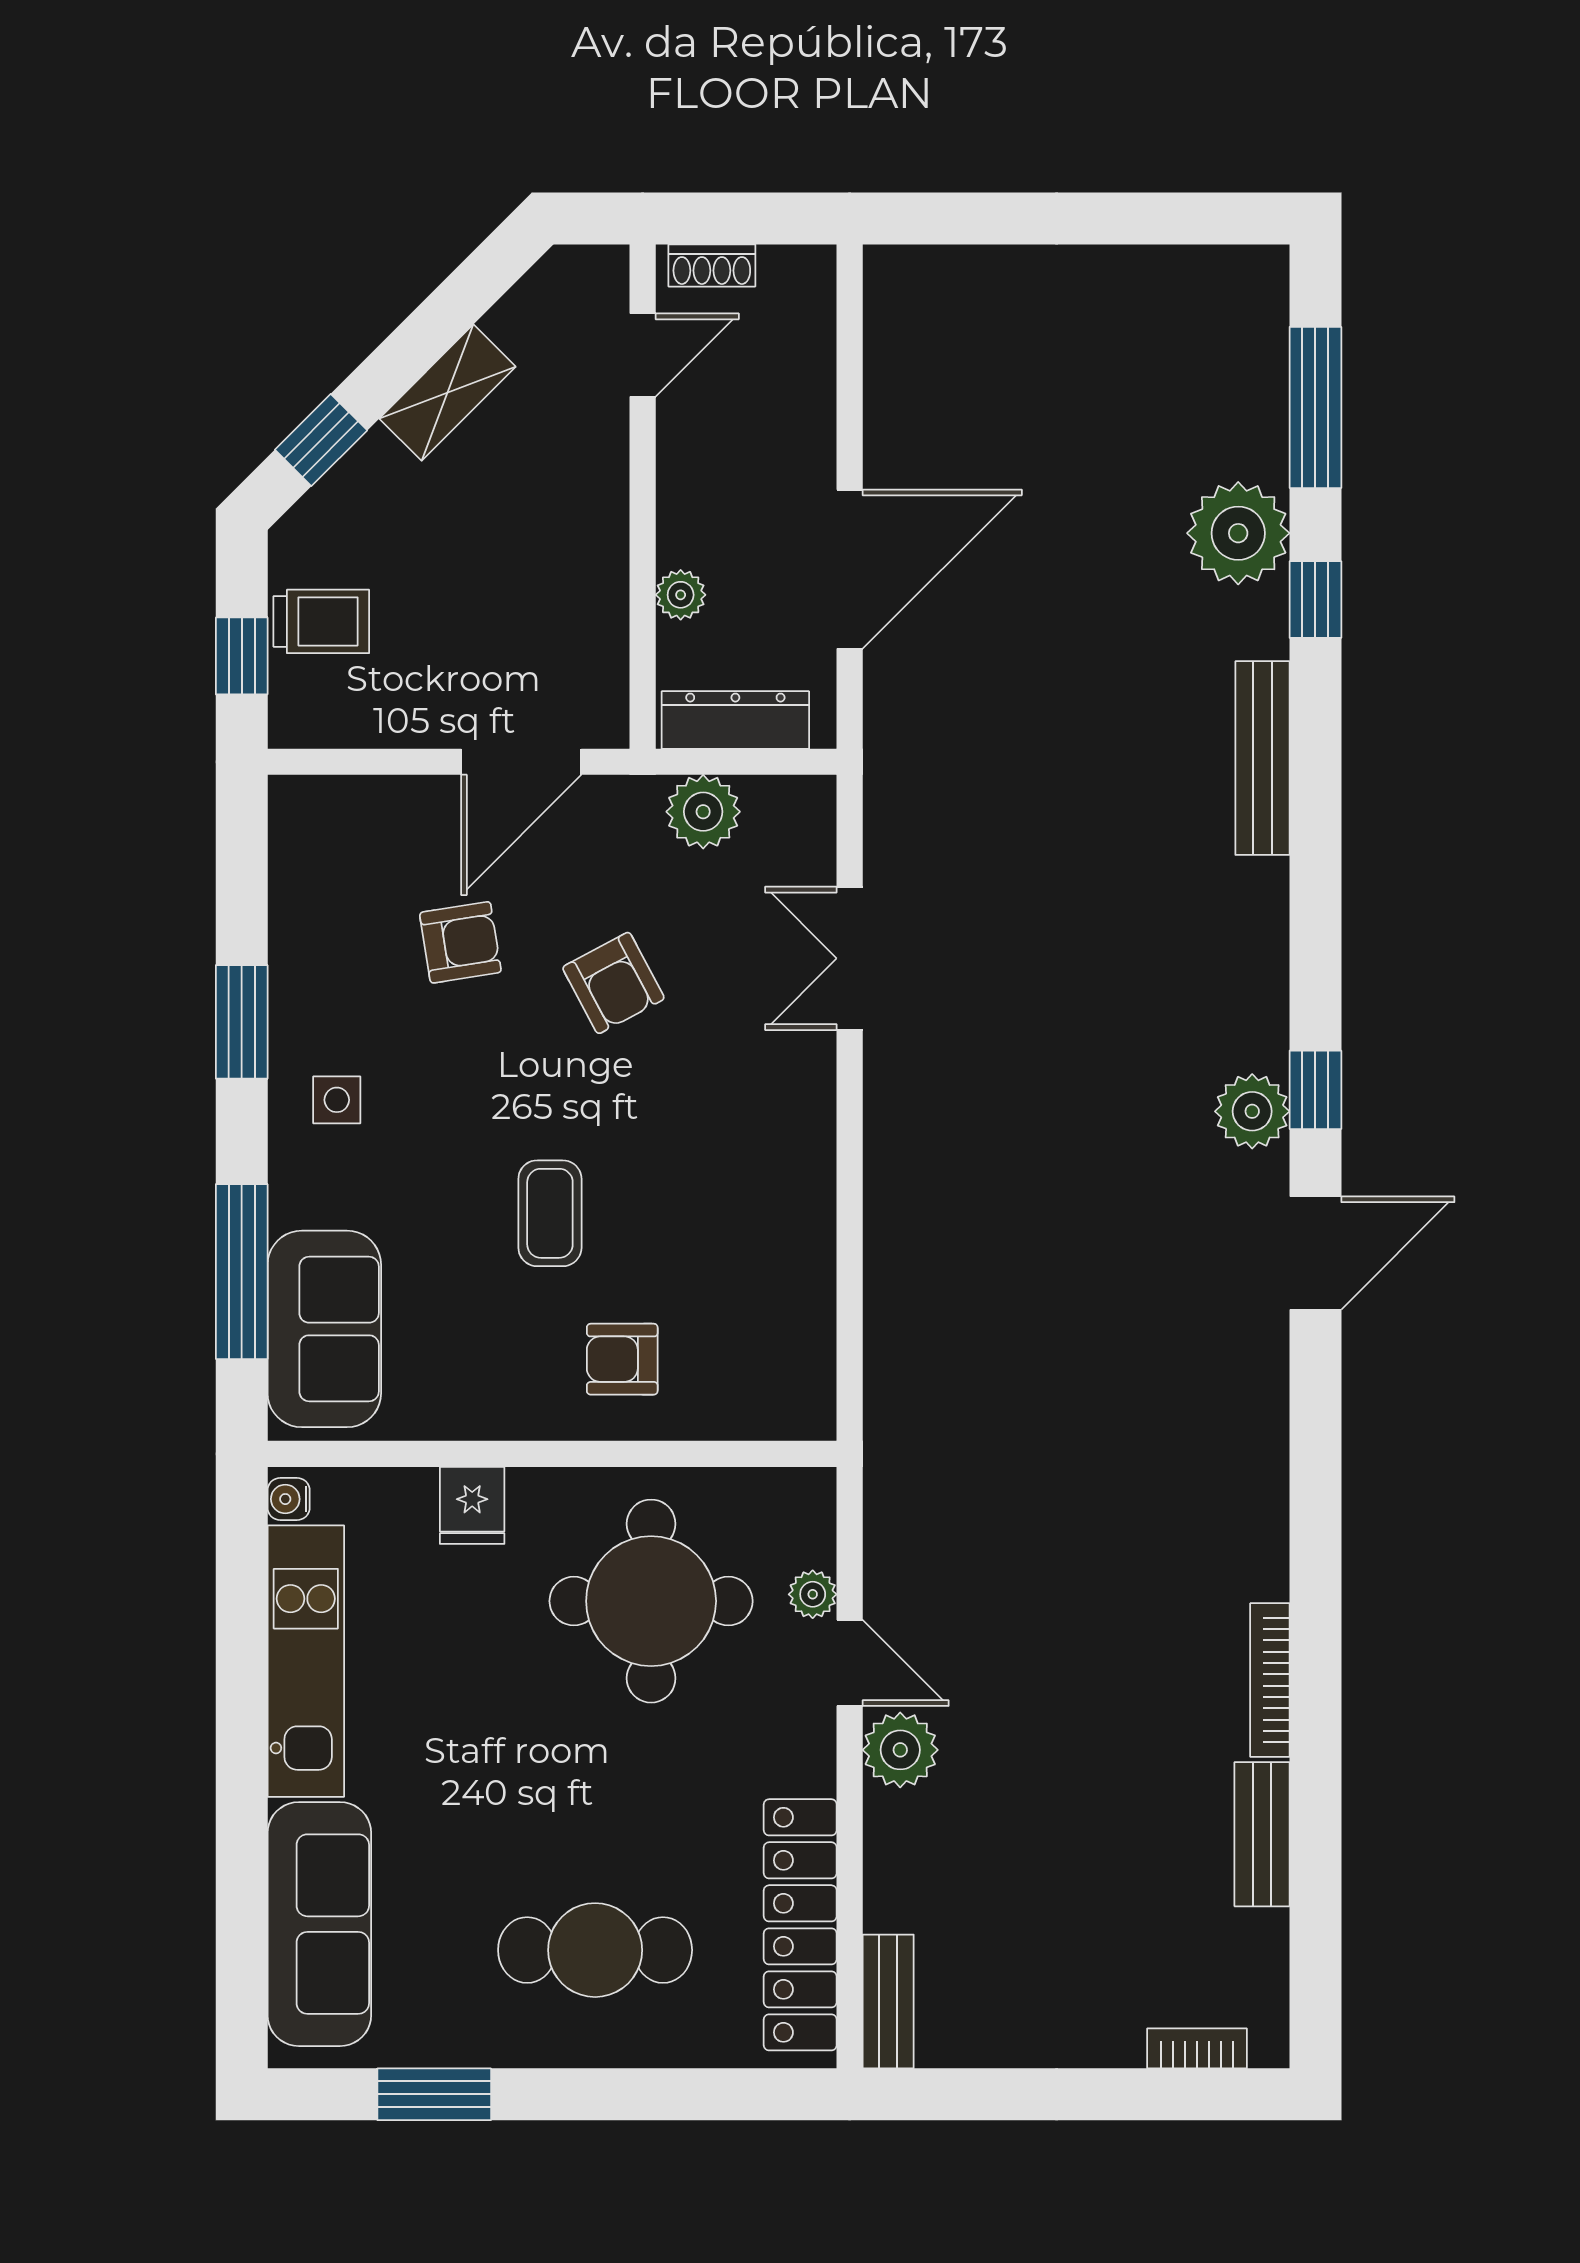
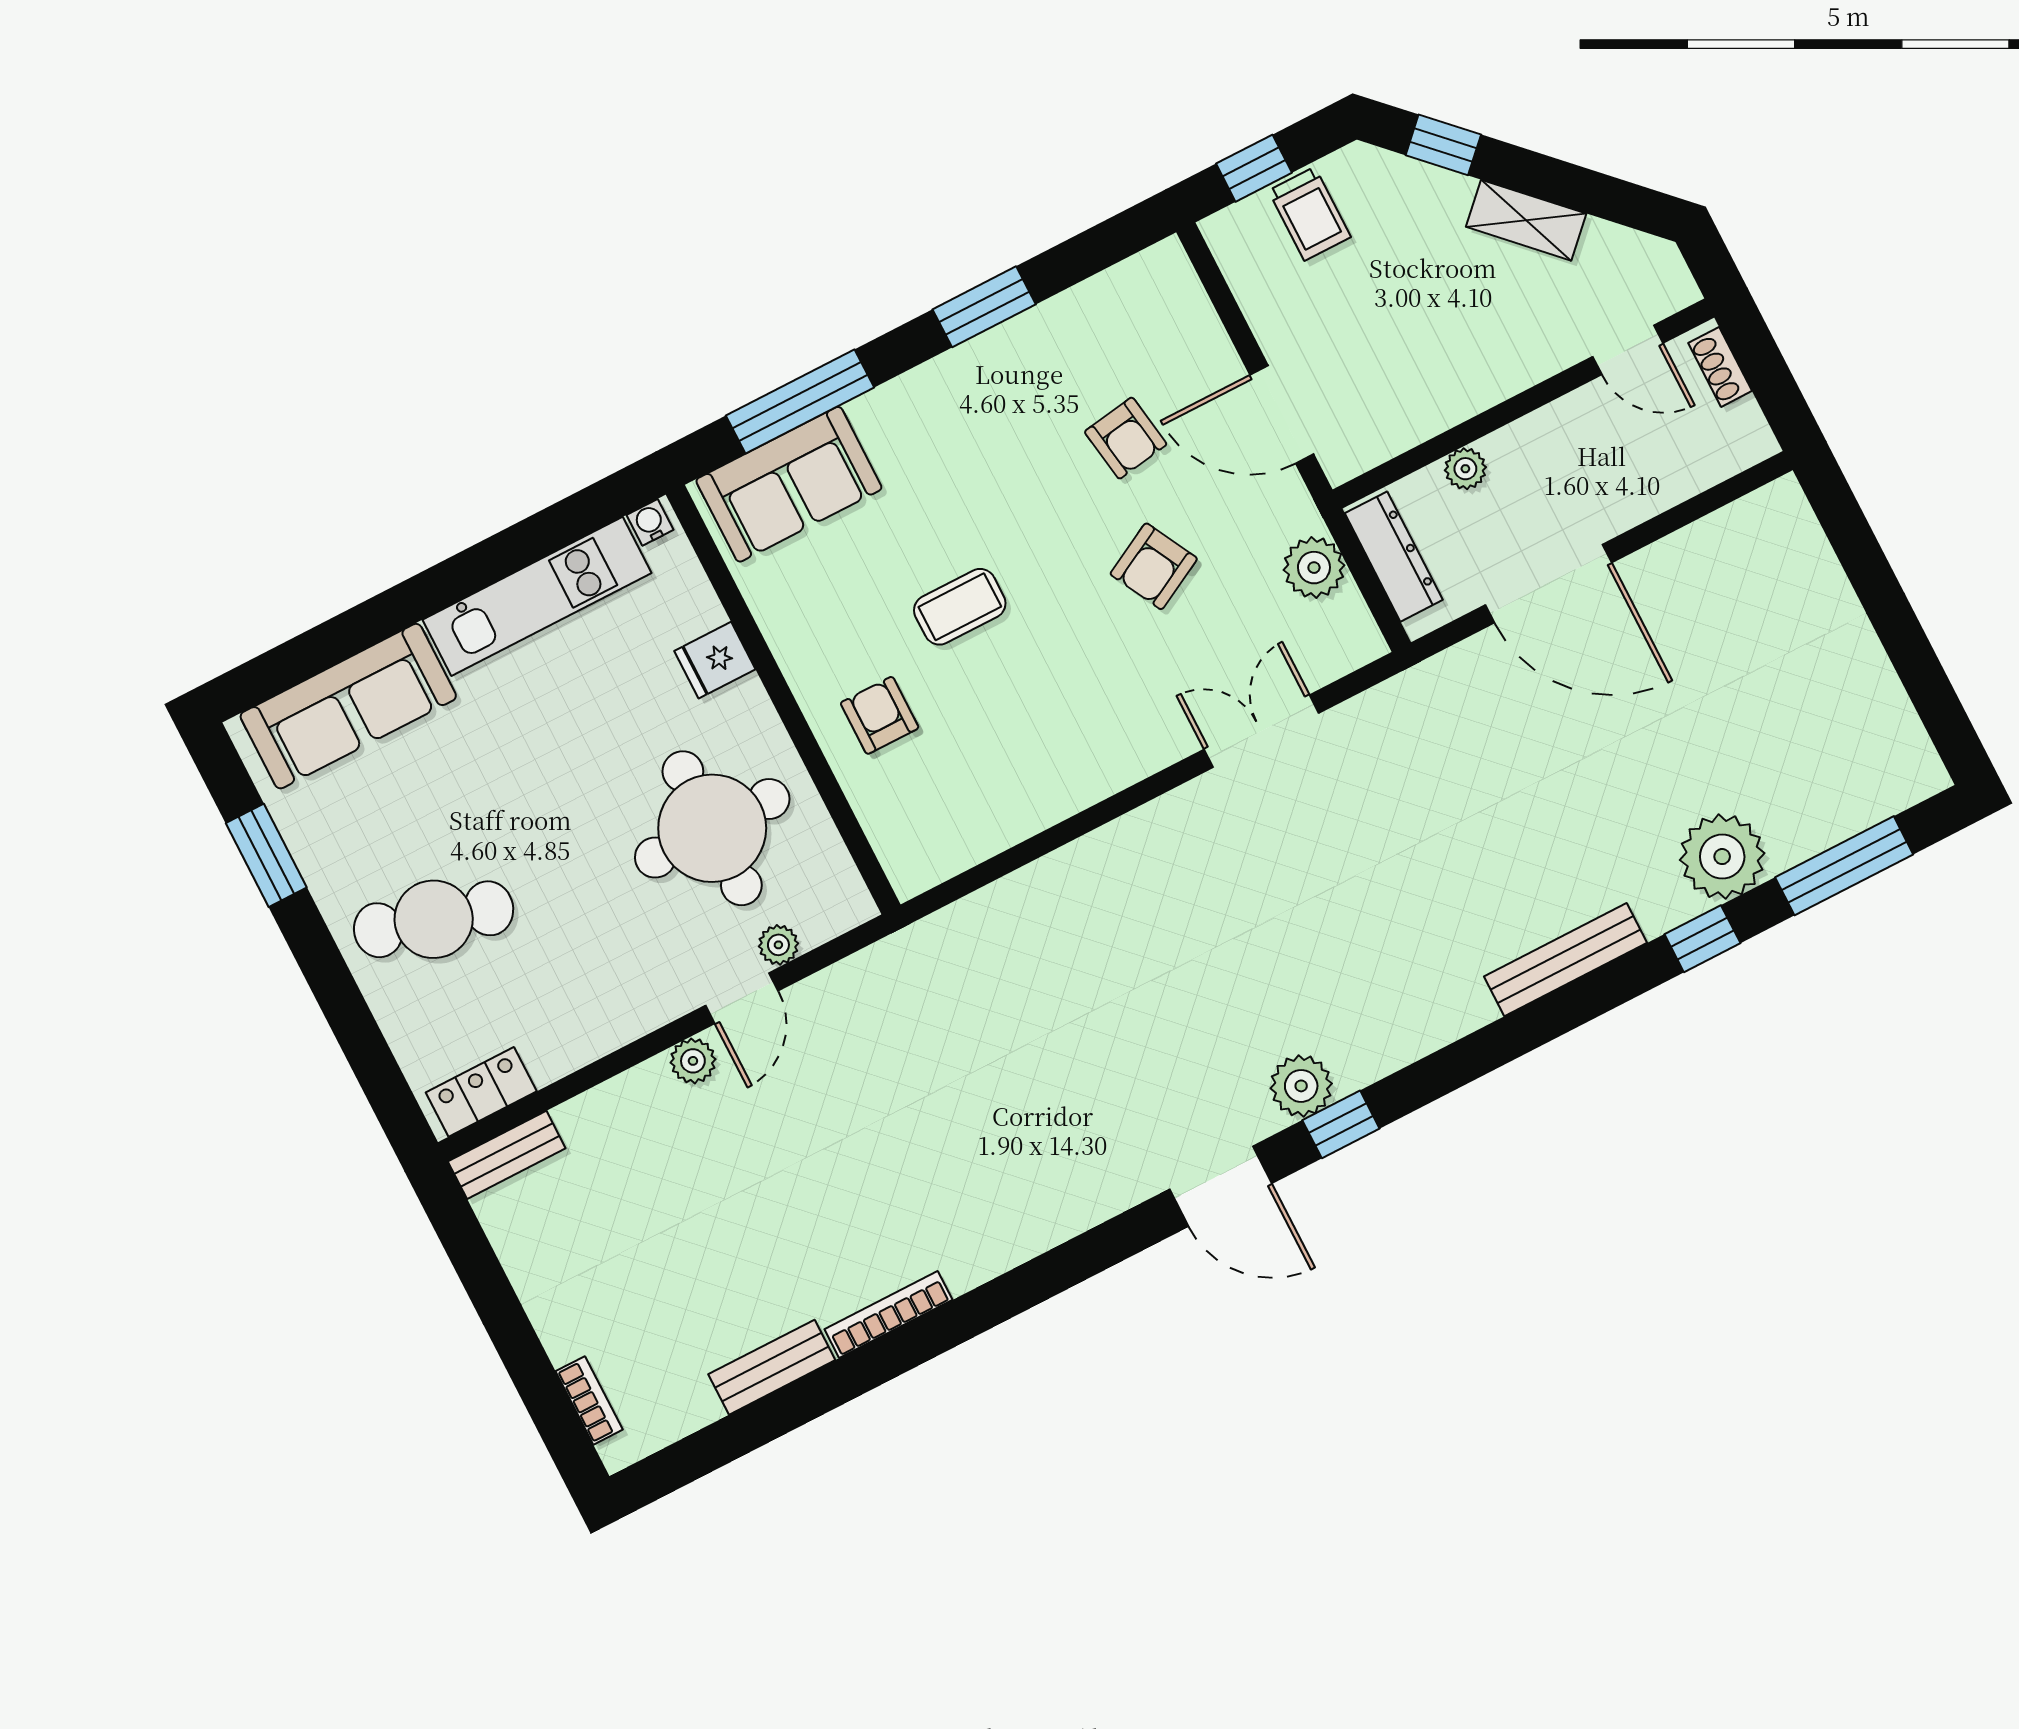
side table: (337, 1100) -> (963, 407), removed
plant: (900, 1750) -> (693, 1061), width x0.73, depth x0.73
locker: (800, 1925) -> (481, 1092), width x0.46, depth x0.83
cafe table: (595, 1950) -> (434, 919), turned -74

